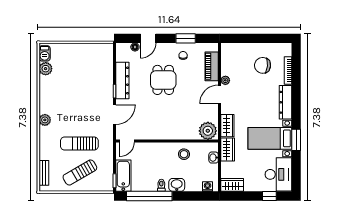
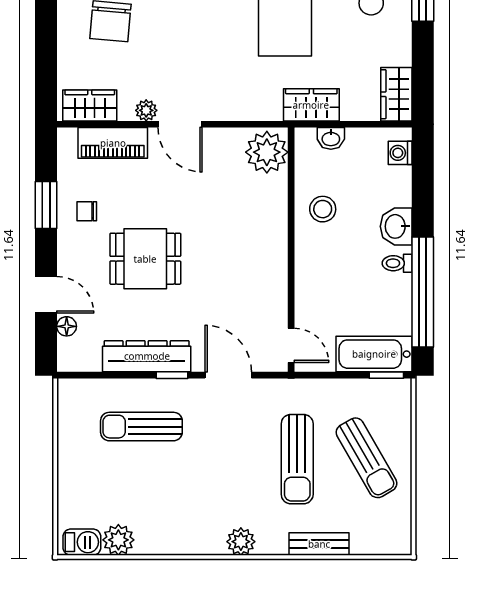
sun lounger: (93, 78) -> (141, 427), added
wardrobe: (227, 126) -> (90, 105), moved
bench: (44, 173) -> (319, 544), moved

